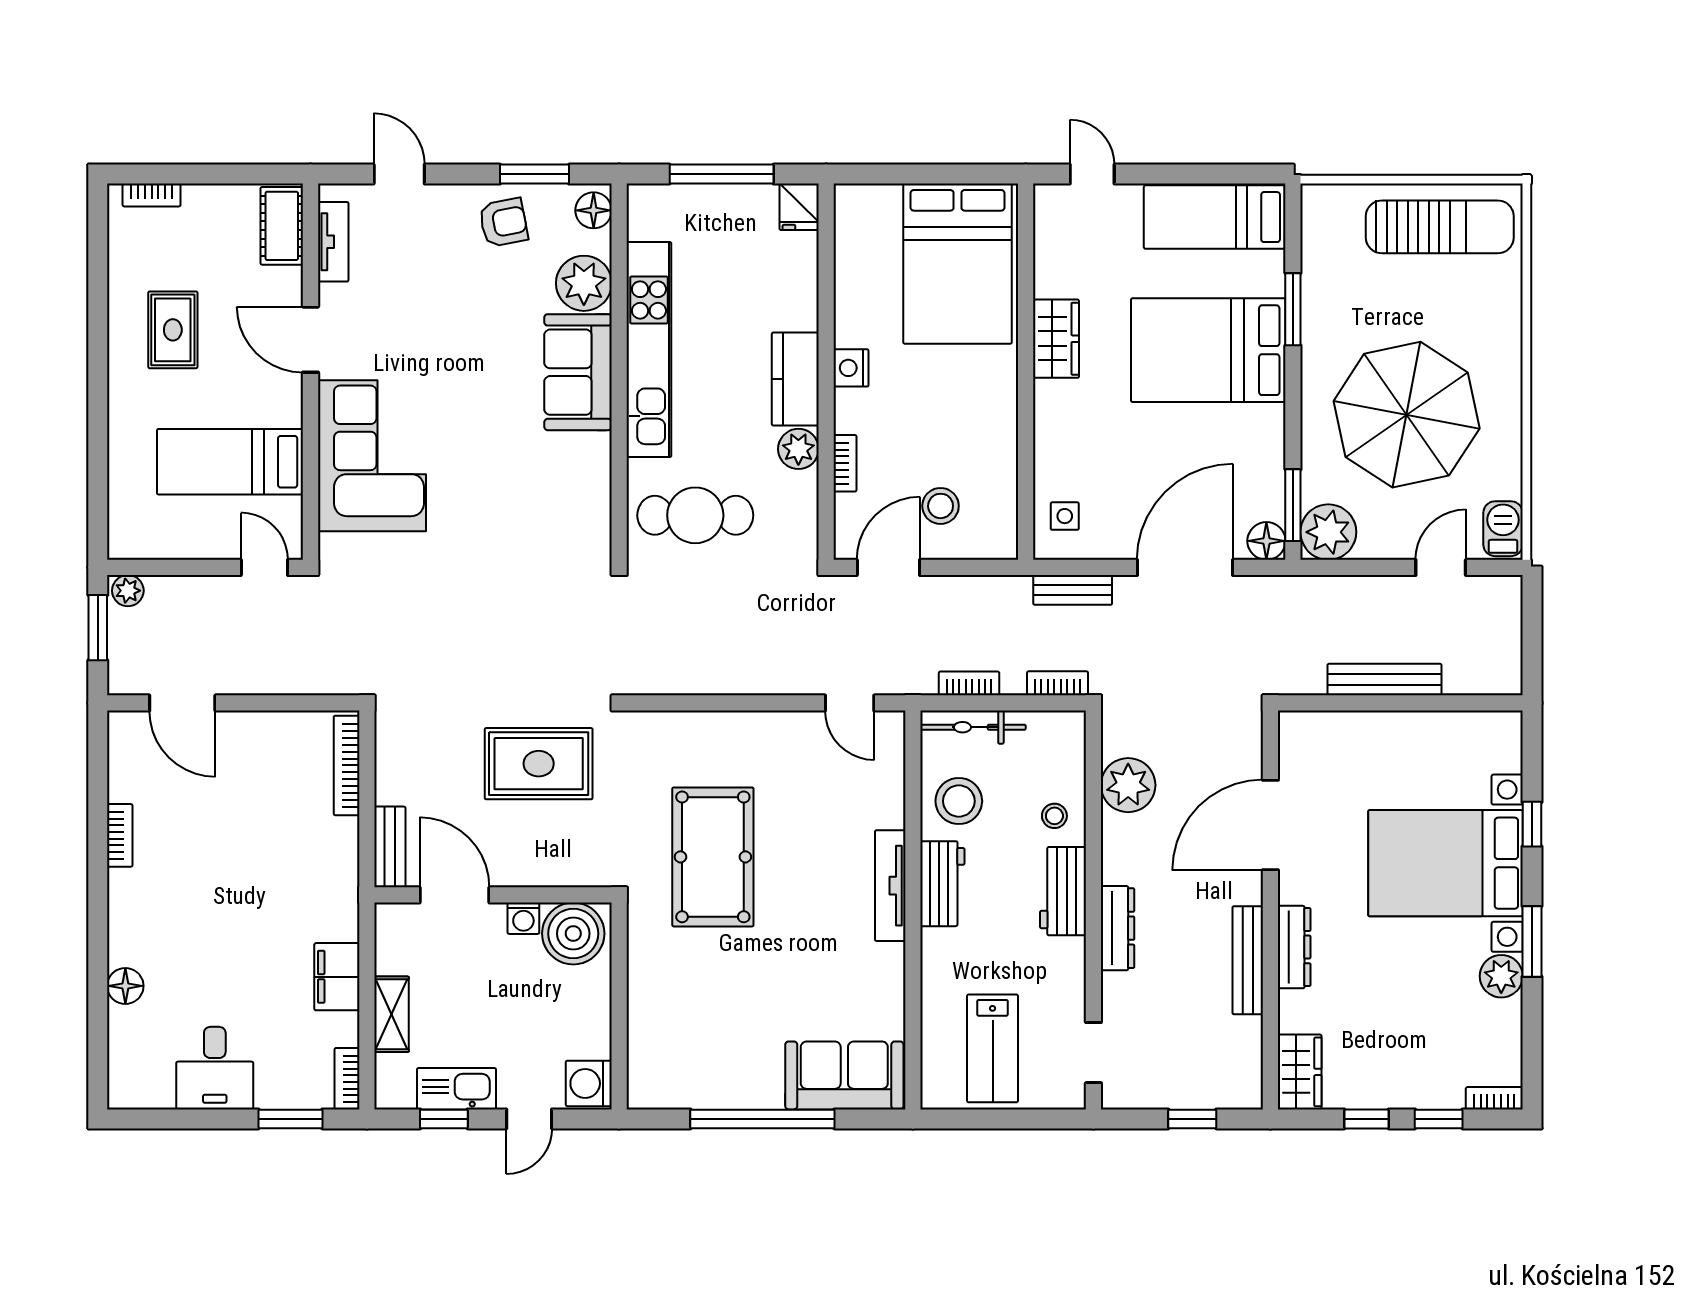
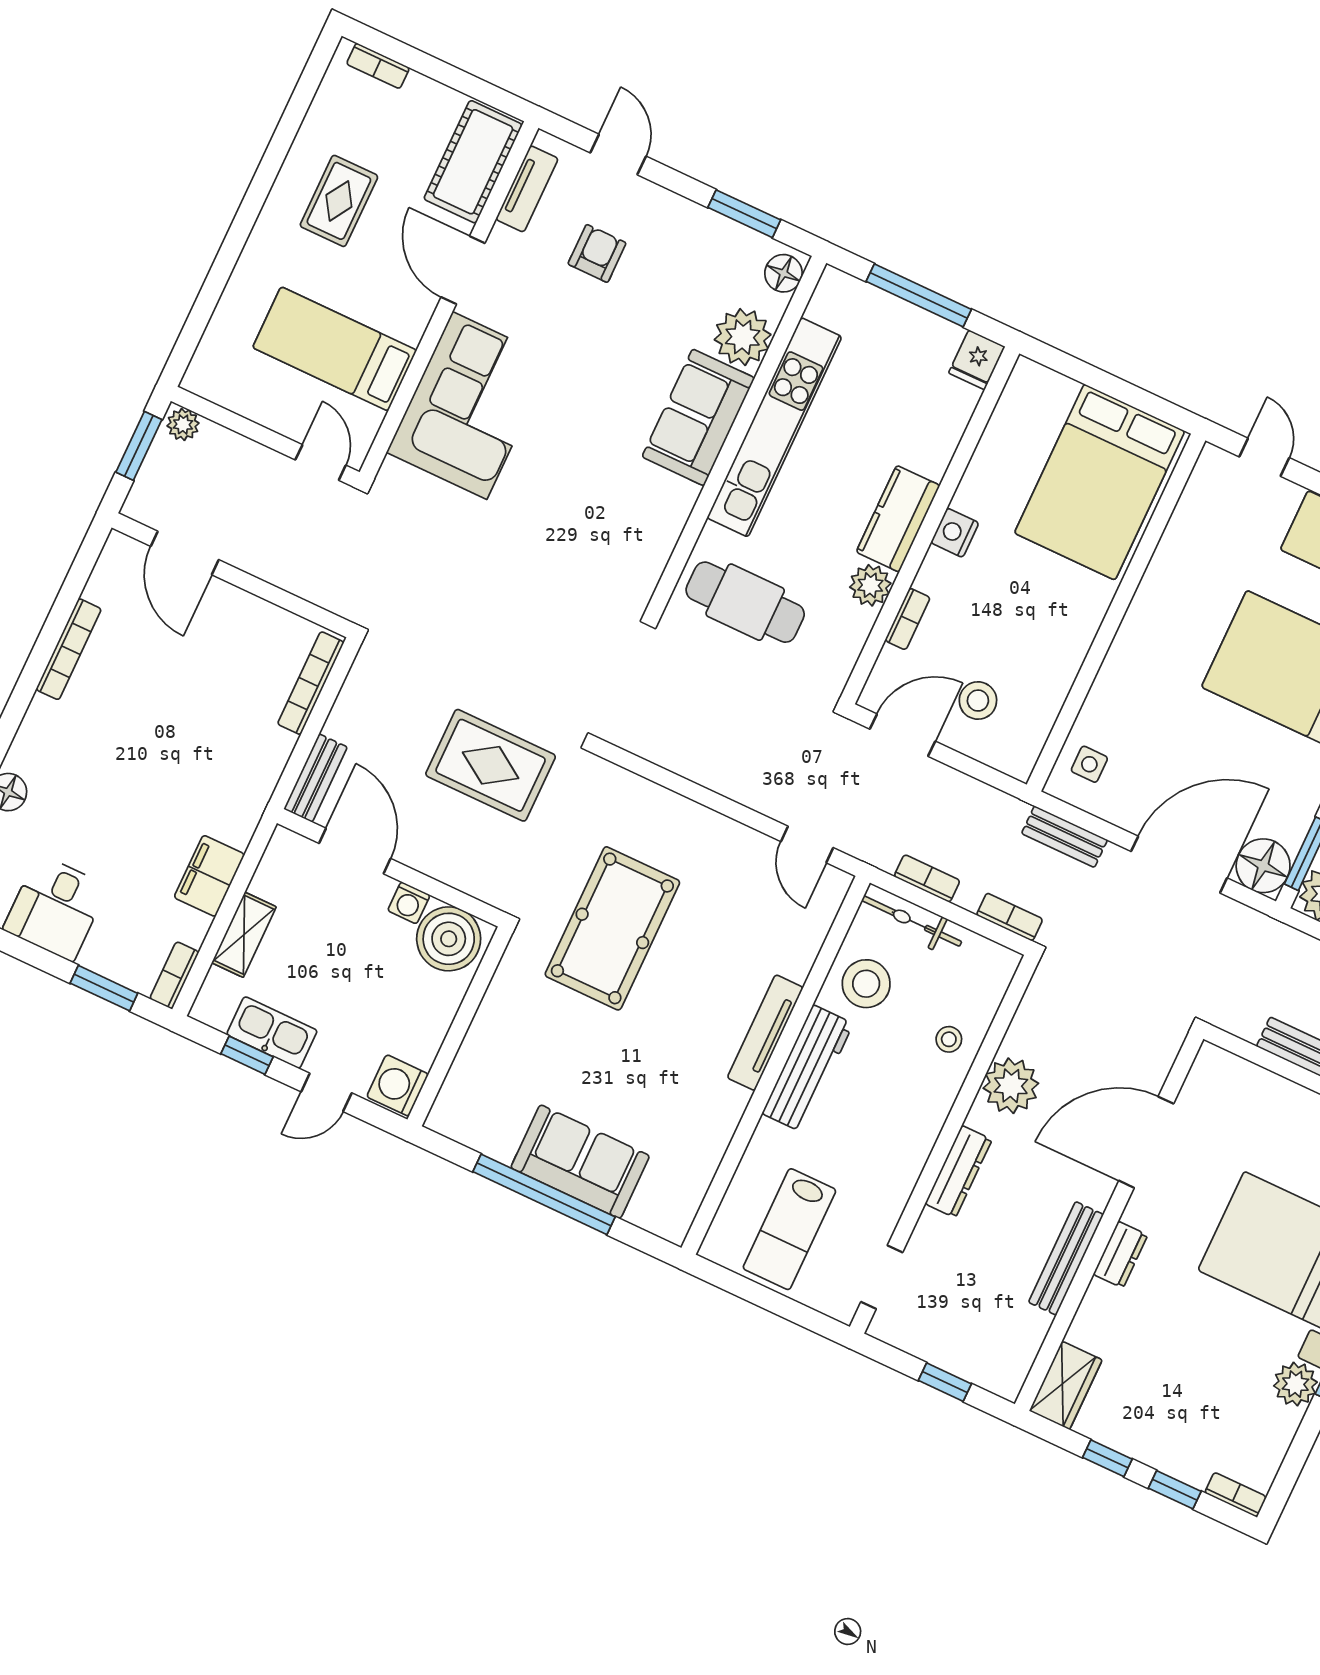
armchair: (503, 222) -> (597, 253), moved, turned -79
cot: (282, 226) -> (473, 162), width x1.37, depth x1.34
wardrobe: (1056, 339) -> (1159, 595), removed
floor lamp: (1266, 541) -> (1263, 866), width x1.38, depth x1.38
plant: (1128, 785) -> (1011, 1086), moved
bookcase: (120, 835) -> (69, 649), width x1.56
workbench: (942, 884) -> (808, 1068), width x1.38
workbench: (1063, 891) -> (924, 1113), removed
dresser: (1294, 947) -> (1120, 1255), width x0.70
sofa: (844, 1075) -> (580, 1162), moved

